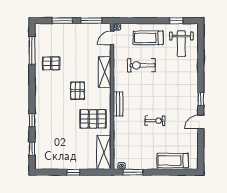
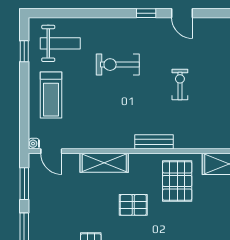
exercise bike: (141, 65) -> (118, 65), moved, turned 90

